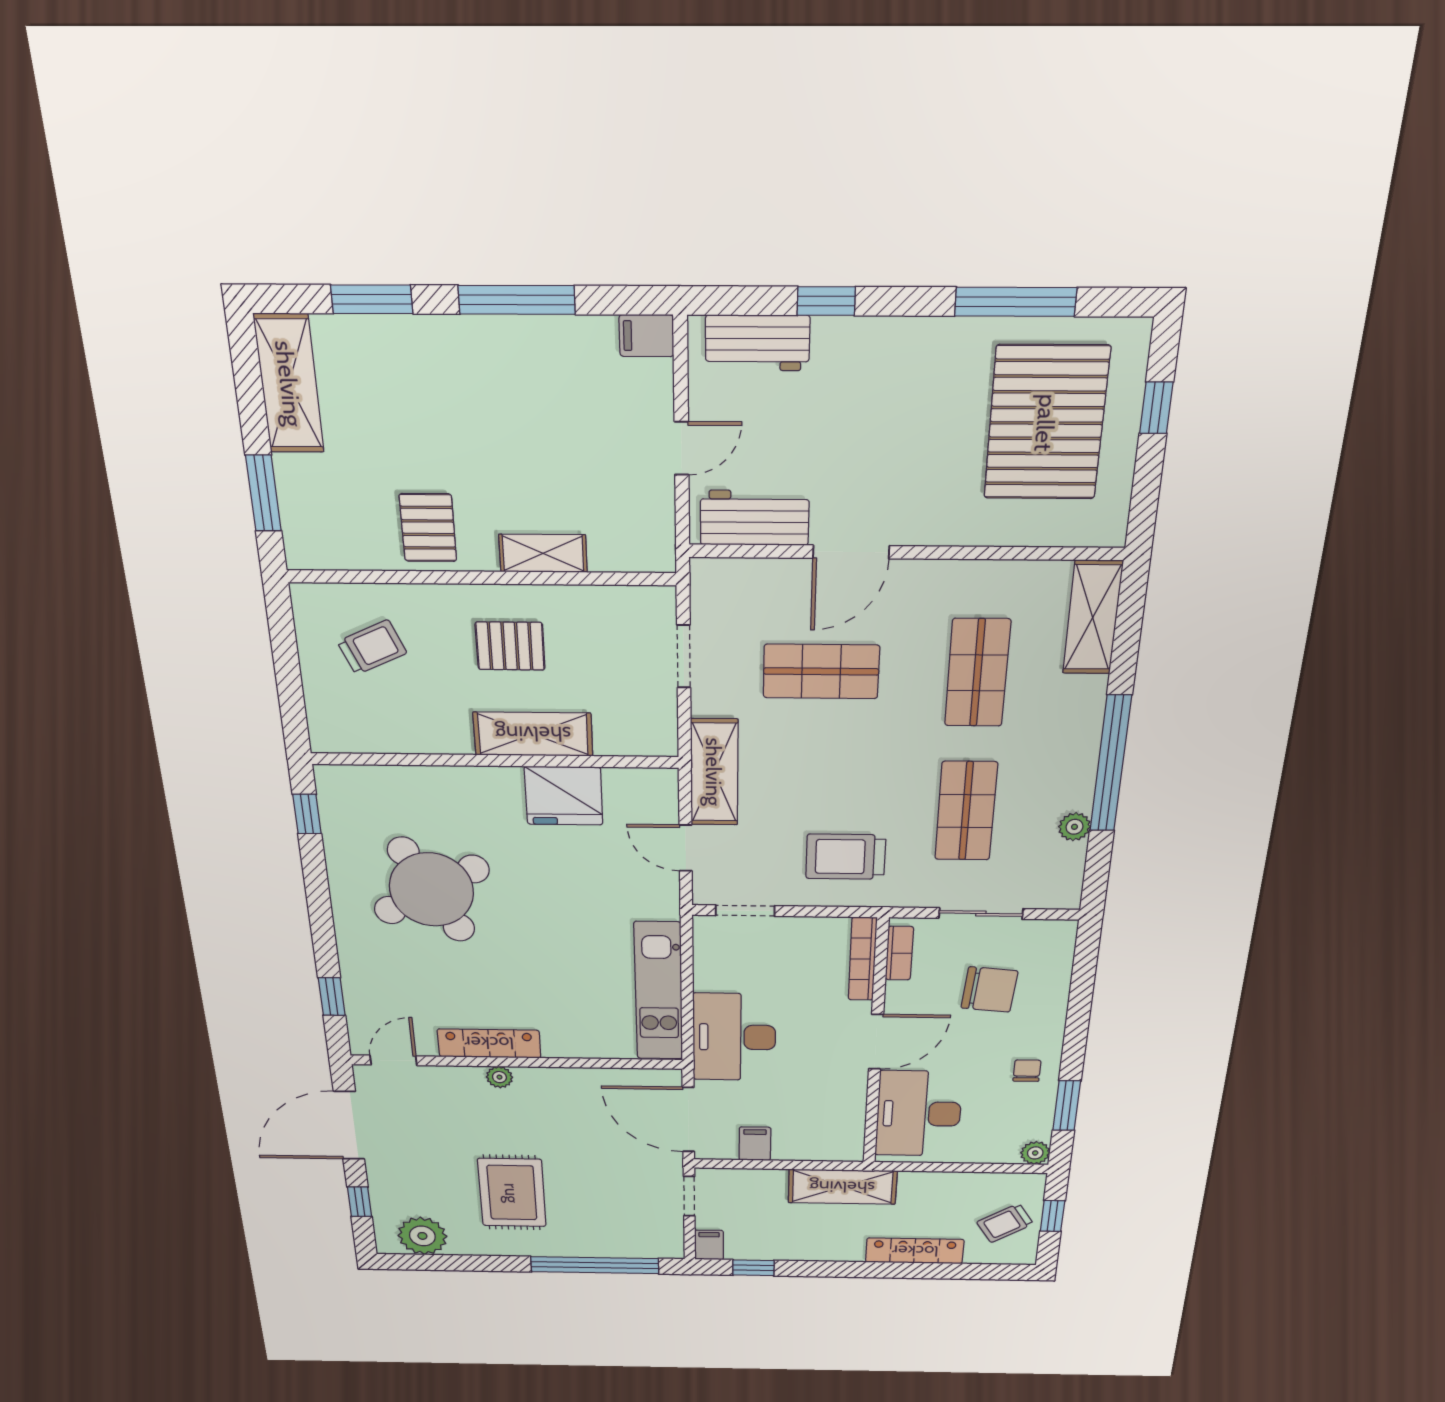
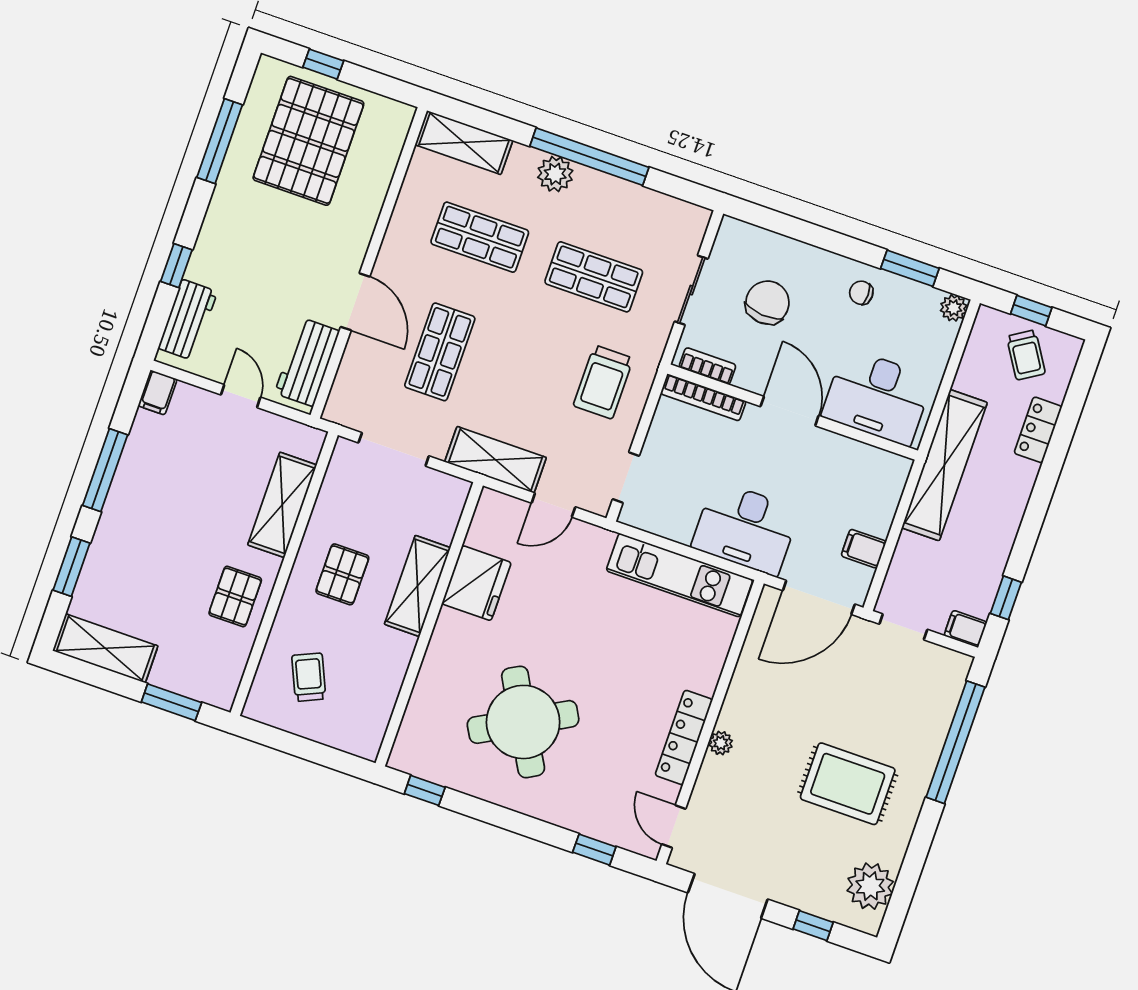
pallet: (1046, 423) -> (308, 141), turned 90
pallet: (428, 528) -> (235, 596), turned 90
shelving: (543, 553) -> (282, 505), width x1.50, depth x1.33
doorway: (684, 656) -> (394, 449), width x1.38
plant: (1075, 827) -> (555, 174), moved, width x1.38, depth x1.38
shelving: (842, 1187) -> (944, 465), width x1.47
locker: (915, 1251) -> (1038, 430), width x0.66

